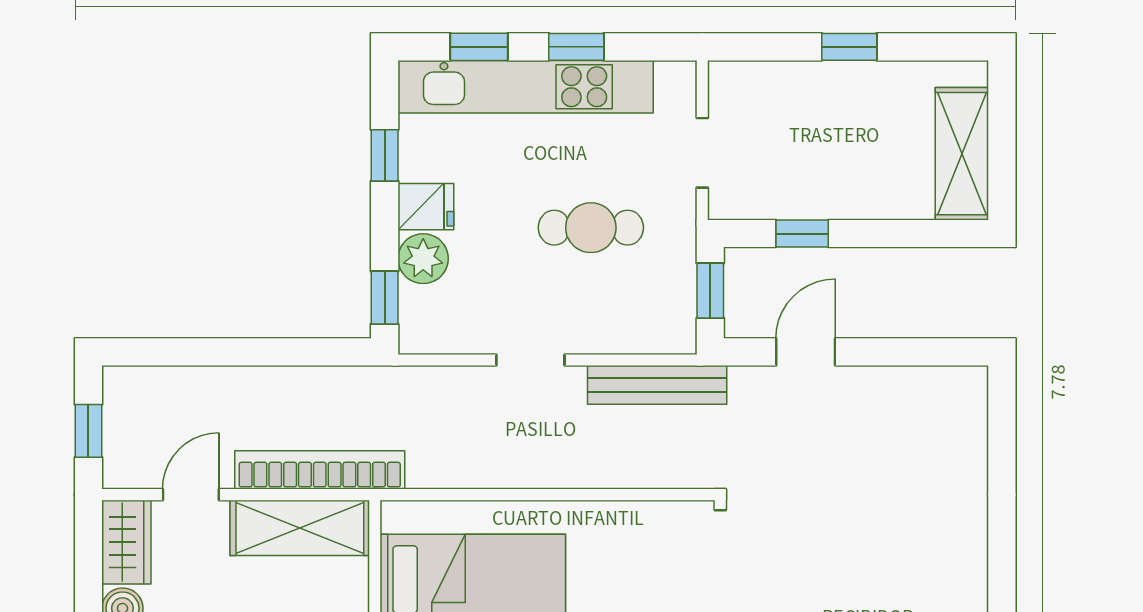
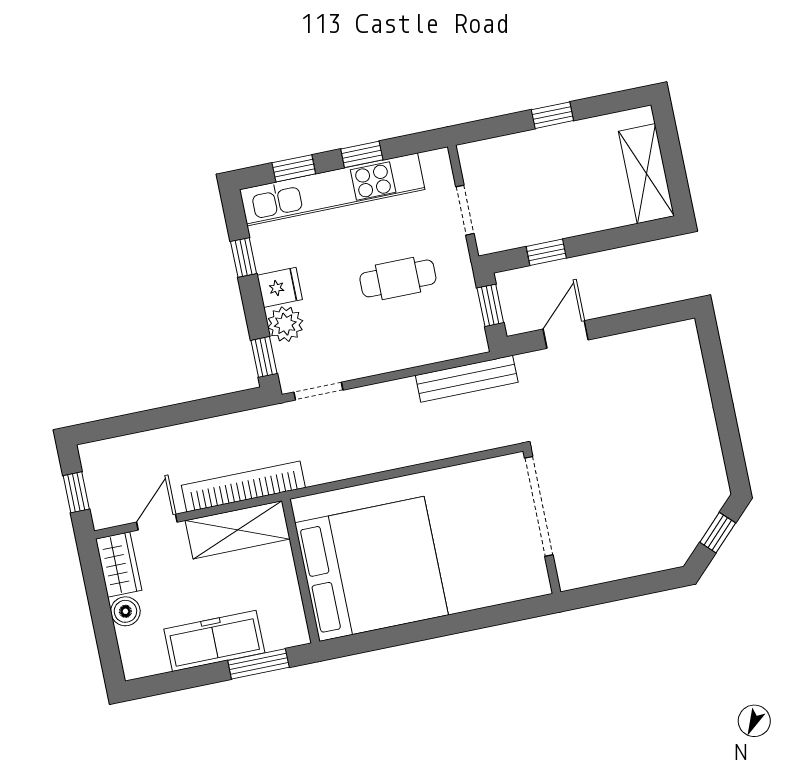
doorway: (530, 360) -> (318, 391), moved

